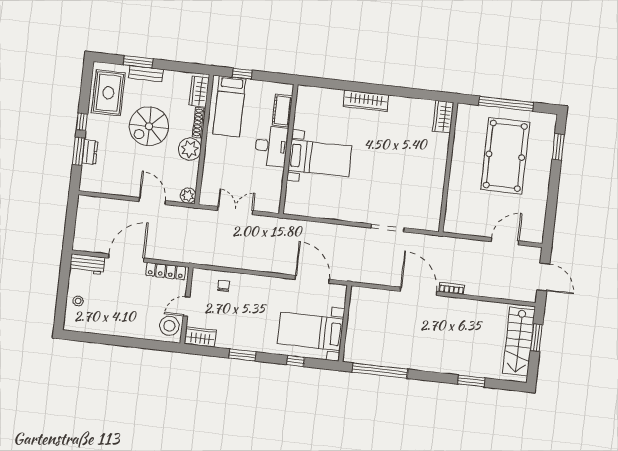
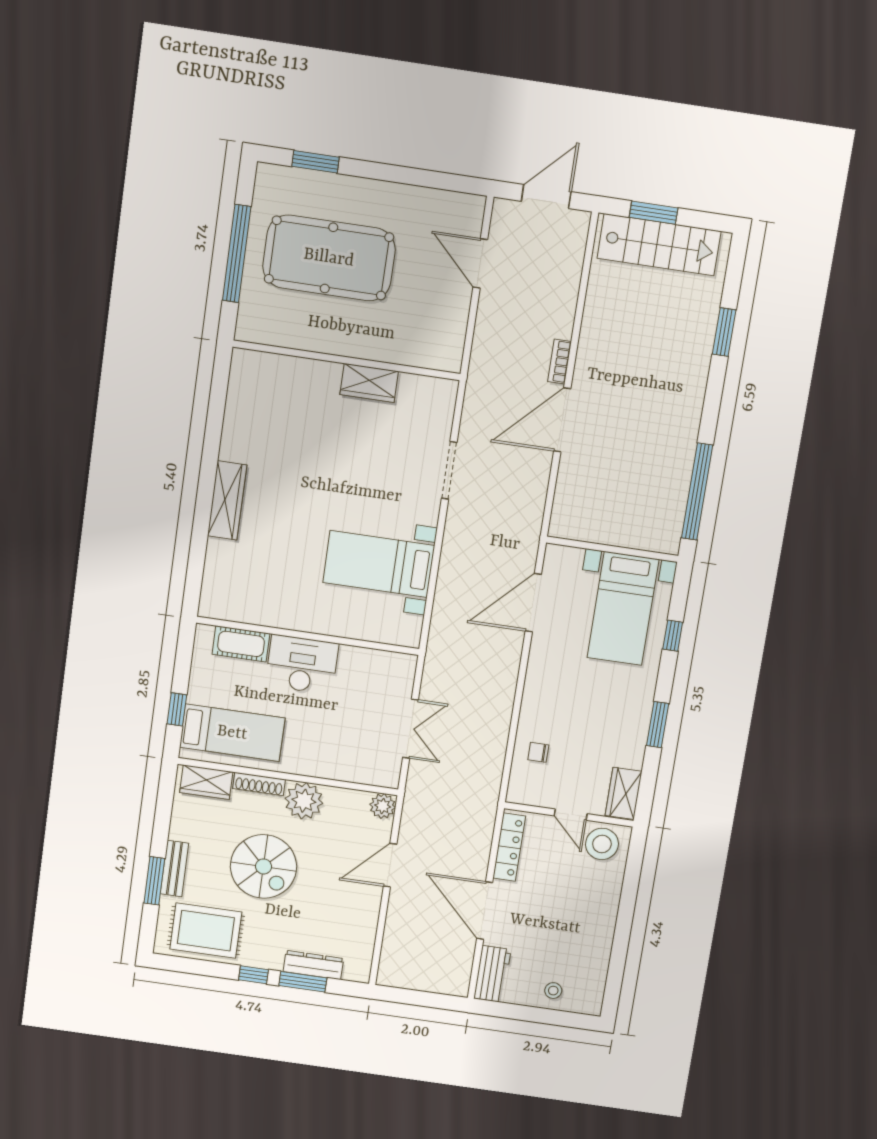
wardrobe: (443, 117) -> (369, 383), moved
dresser: (90, 152) -> (313, 965), width x1.44
bed with nightstands: (320, 158) -> (379, 564), moved, turned -90
double door: (235, 210) -> (410, 729), swing flipped

